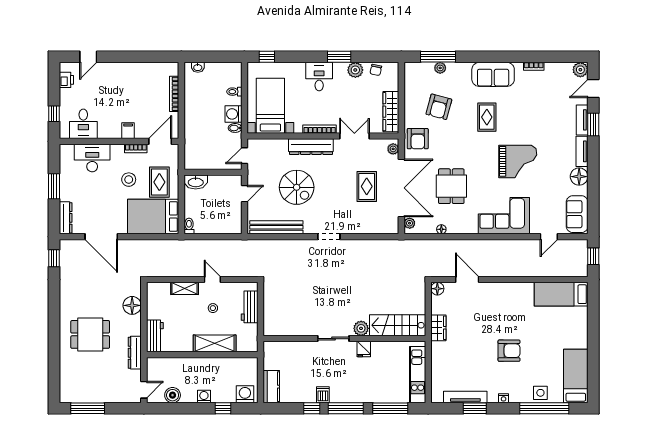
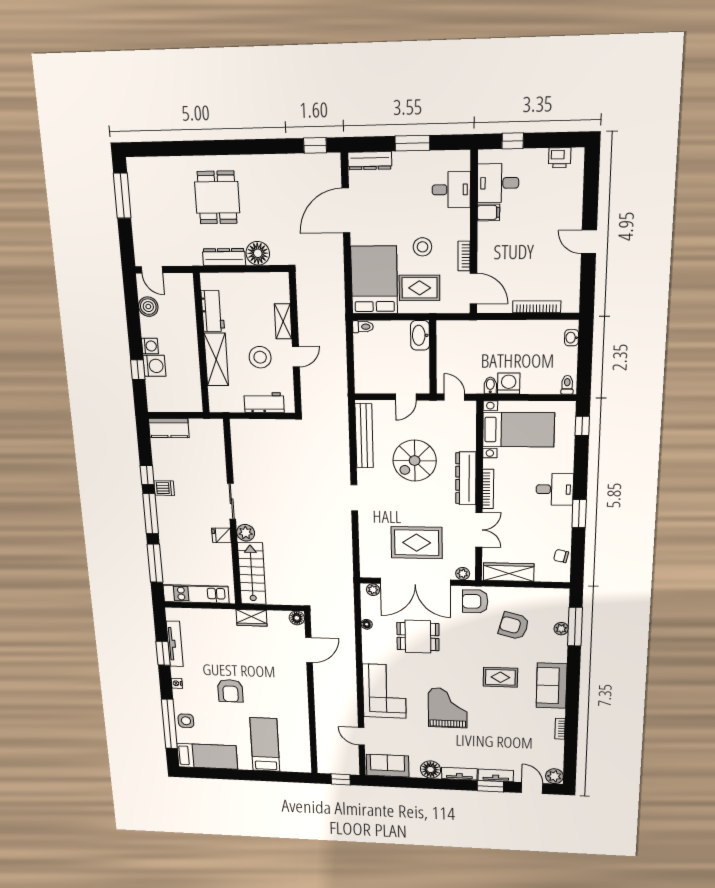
door: (88, 57) -> (589, 242), moved
plant: (355, 70) -> (562, 532), removed
toilet: (234, 92) -> (567, 385), moved
filing cabinet: (128, 131) -> (488, 212), moved
desk: (92, 158) -> (451, 190), width x0.73
grand piano: (518, 161) -> (448, 708), turned 180
rug: (367, 186) -> (417, 543), width x1.36, depth x1.43
door: (244, 194) -> (406, 397), hinge flipped
bed: (561, 294) -> (265, 744), moved
stool: (213, 308) -> (260, 357), width x1.89, depth x1.89
workbench: (155, 336) -> (213, 311), moved, turned -90
dresser: (135, 353) -> (224, 257), moved
washing machine: (245, 394) -> (154, 366), moved

